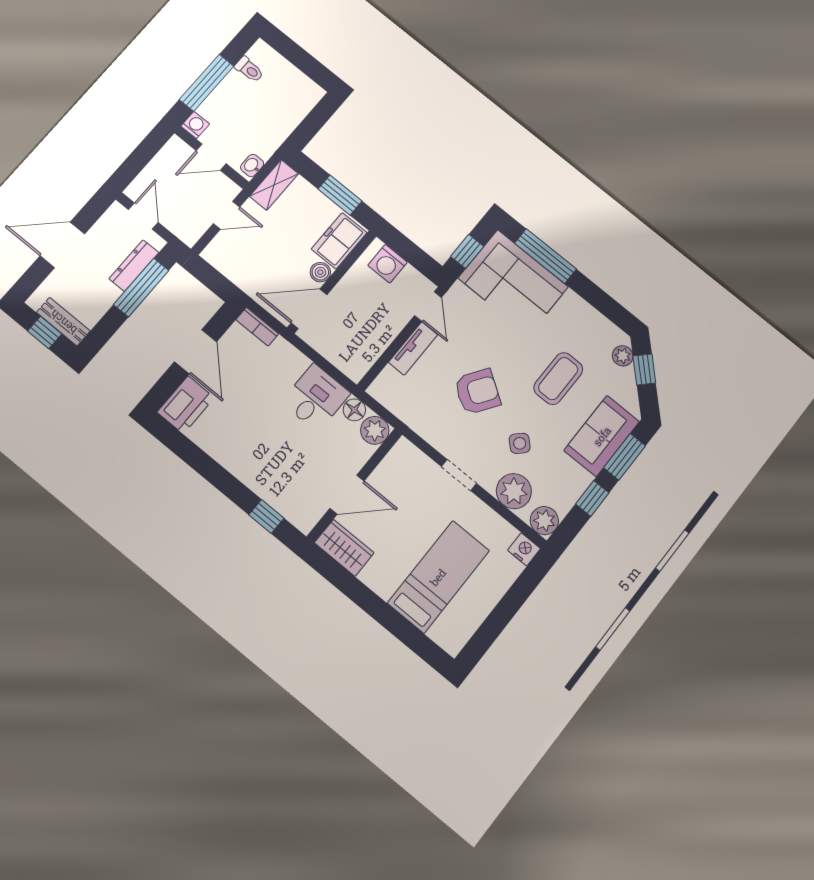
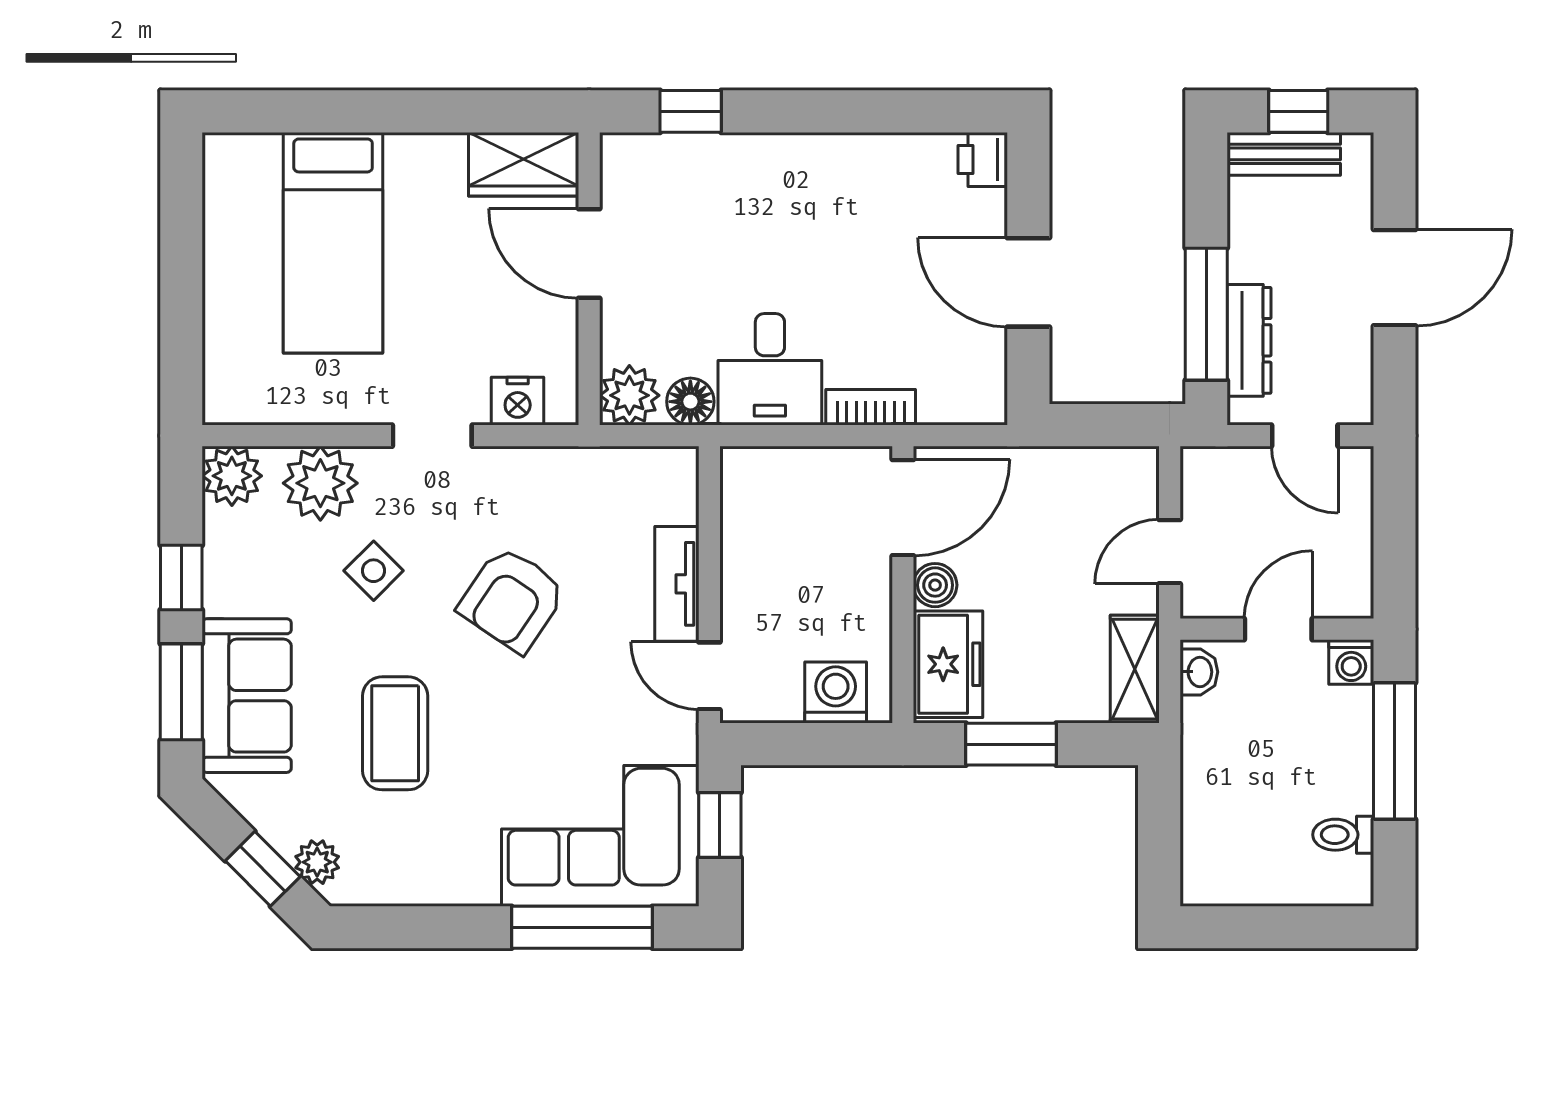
bookcase: (257, 327) -> (871, 407), moved
printer: (186, 405) -> (983, 159), width x0.53, depth x0.68
door: (347, 495) -> (589, 253), hinge flipped
nightstand: (524, 549) -> (518, 401), moved

